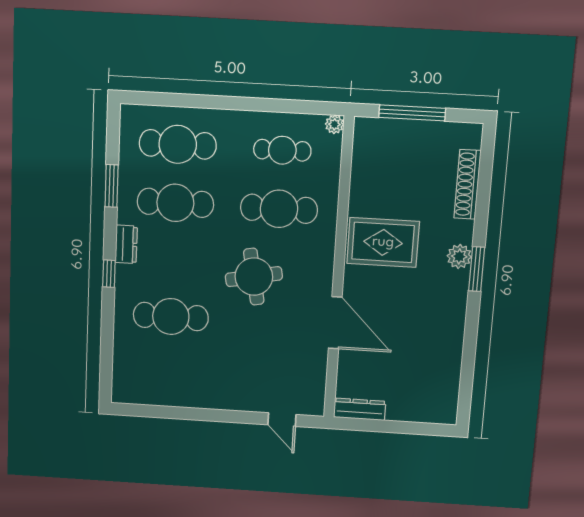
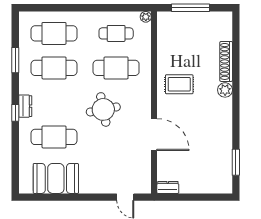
shoe rack: (467, 184) -> (226, 61), moved
rug: (383, 242) -> (179, 84), width x0.73, depth x0.70
dresser: (126, 244) -> (25, 106), moved
window: (477, 269) -> (236, 162), moved
booth: (171, 383) -> (56, 178), added
dresser: (360, 409) -> (168, 187), width x0.70

